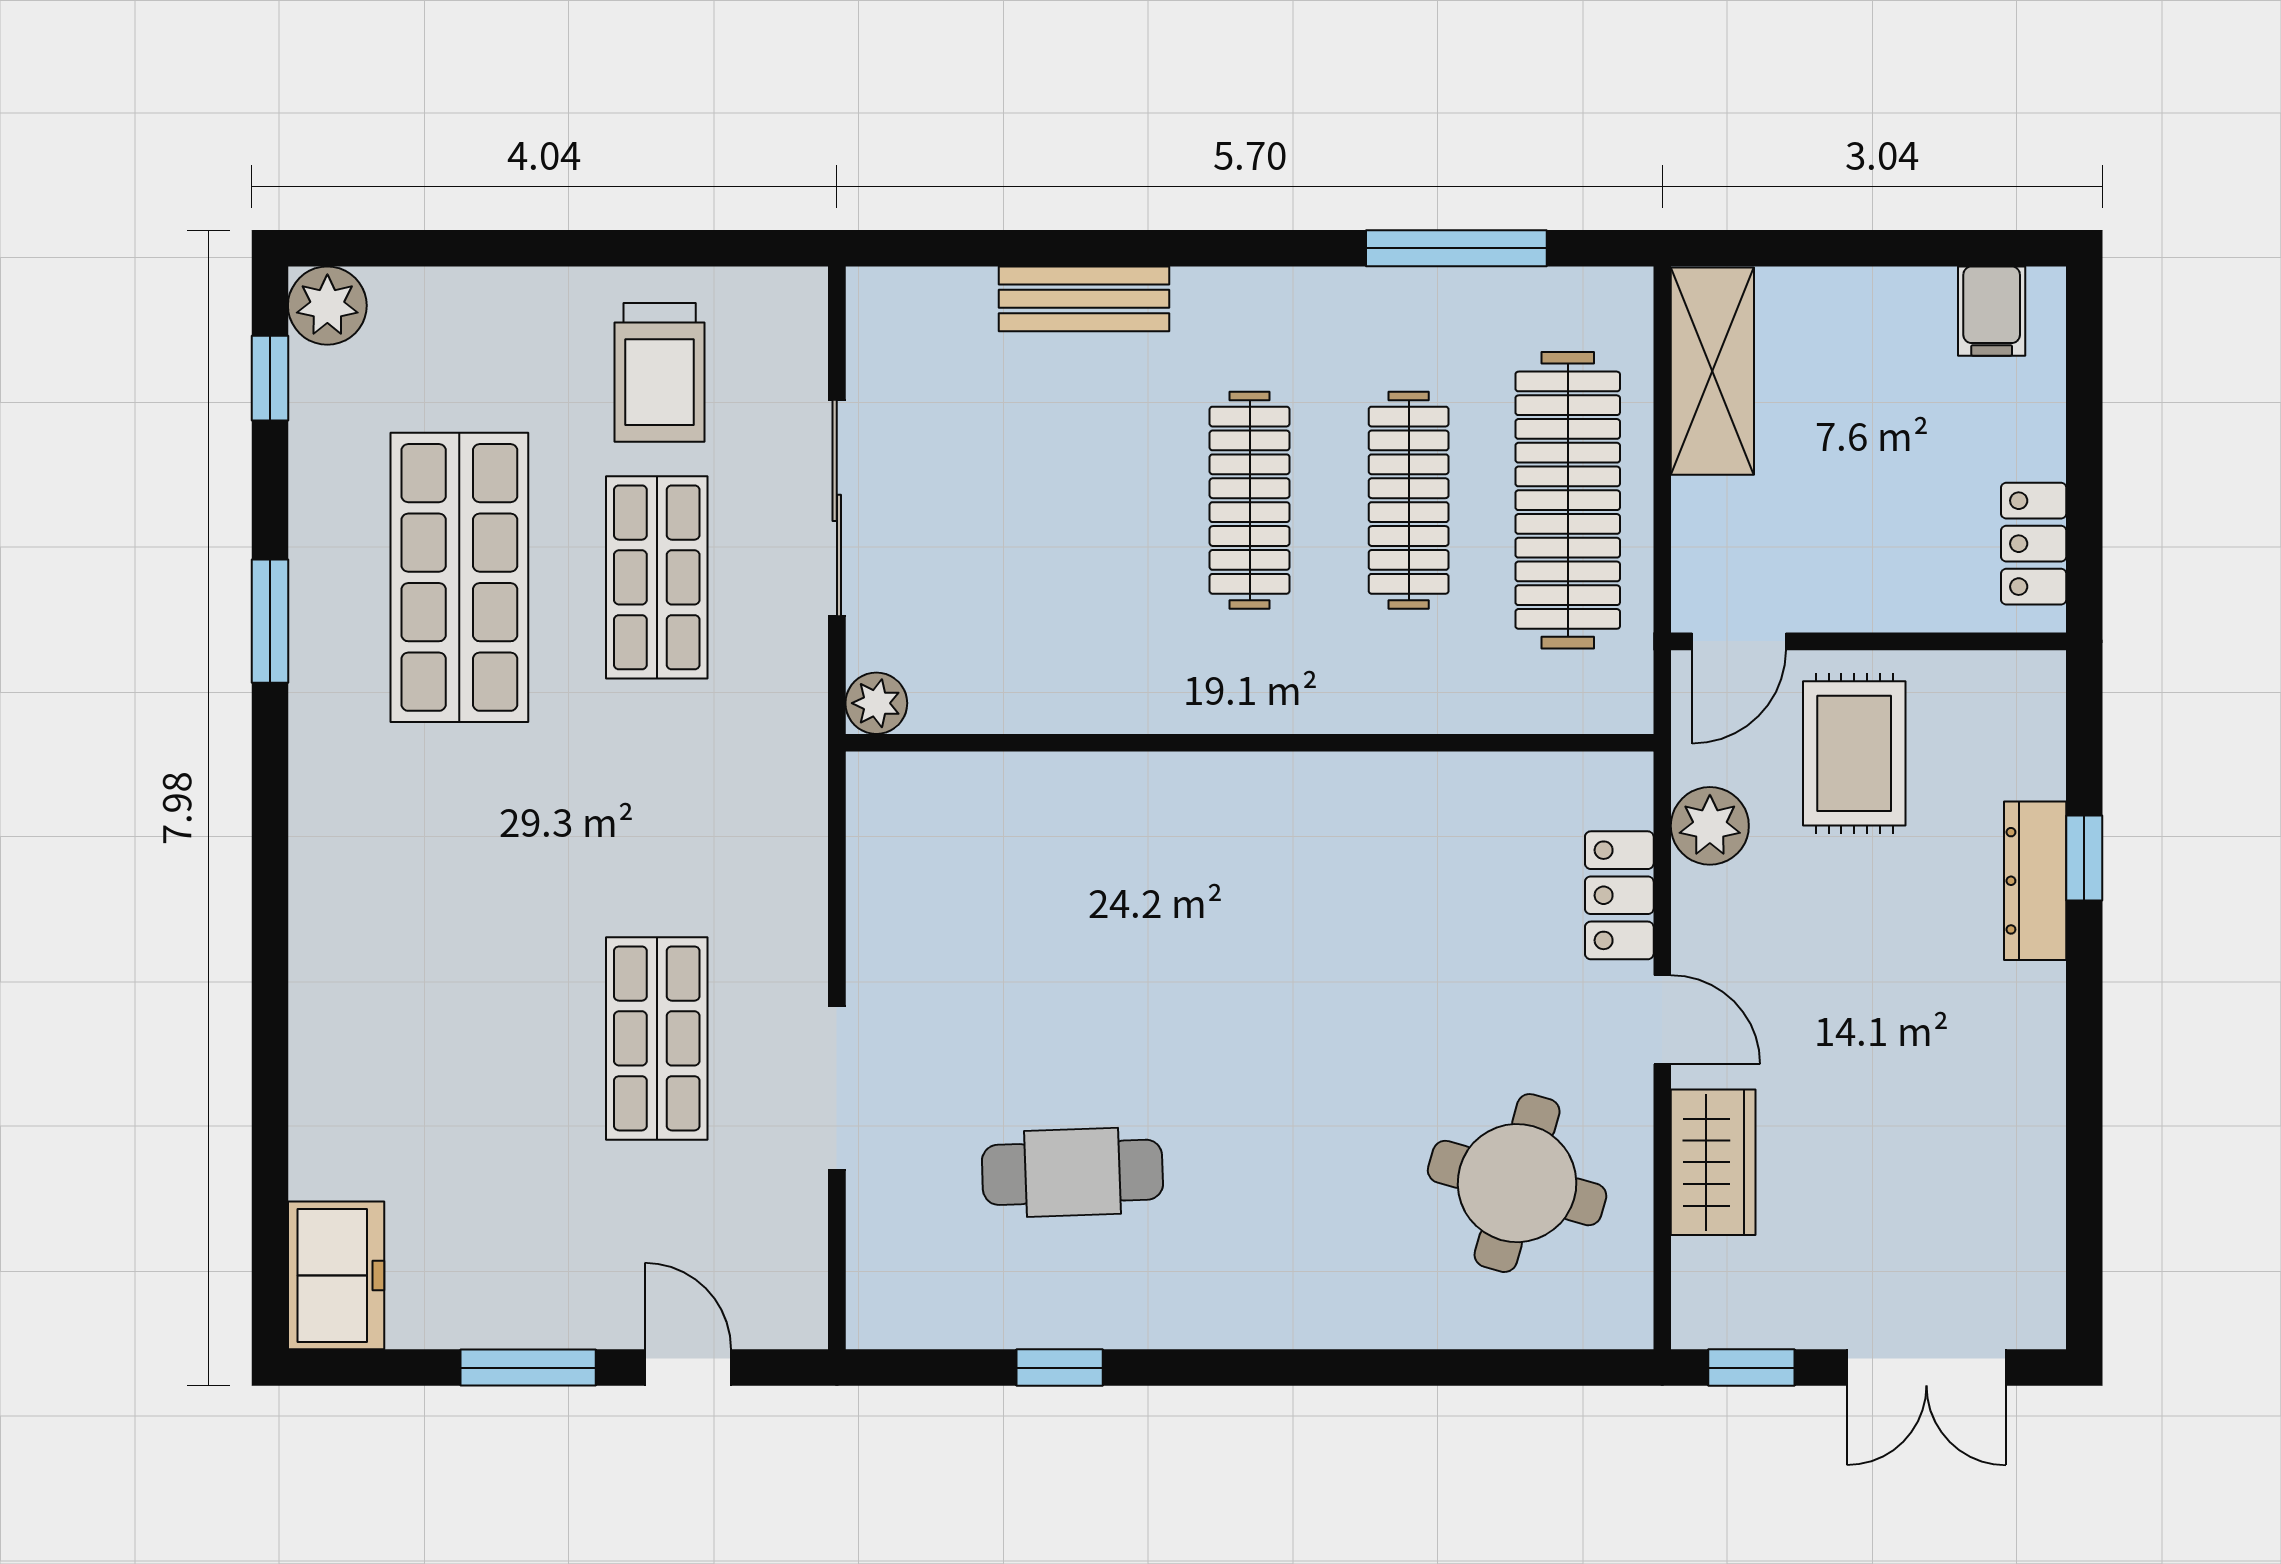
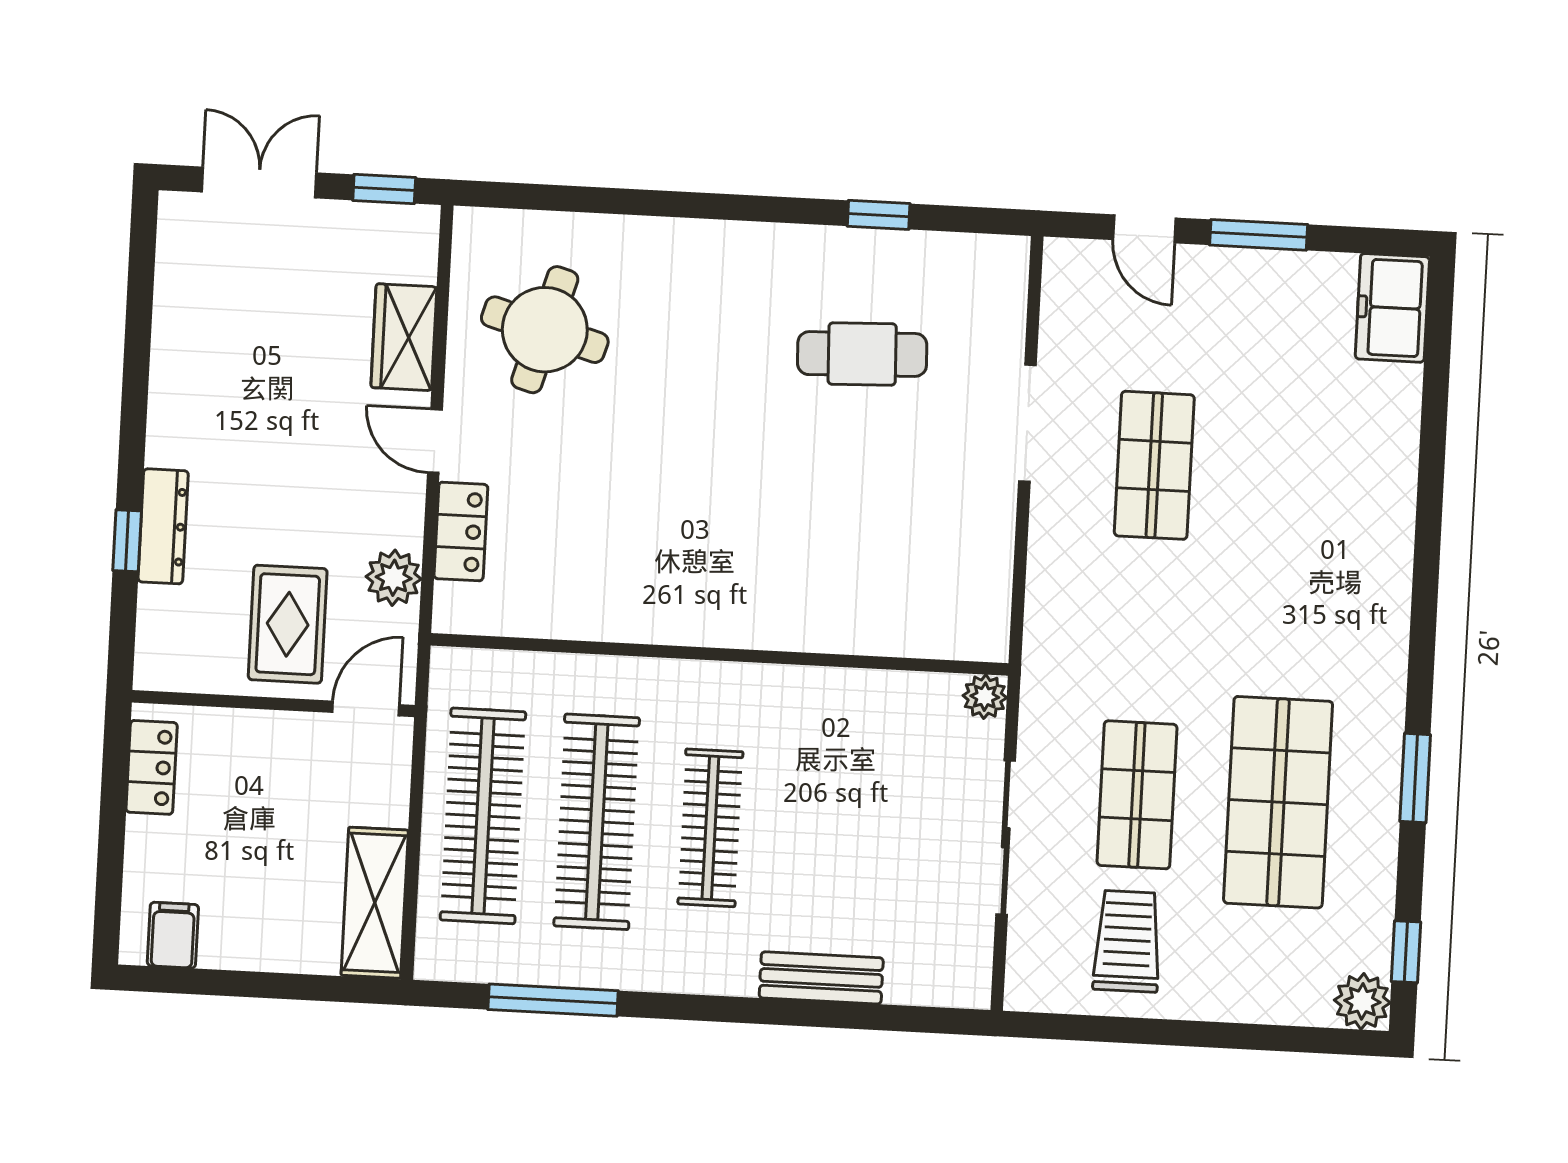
clothes rail: (1409, 500) -> (597, 822), width x1.37, depth x1.31

